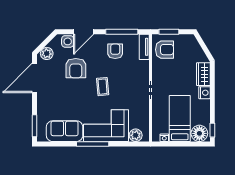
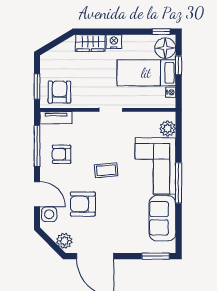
armchair: (76, 68) -> (83, 204), turned 180
window: (186, 144) -> (179, 65), added

